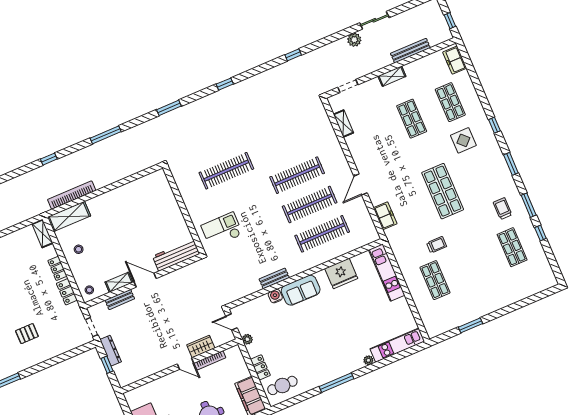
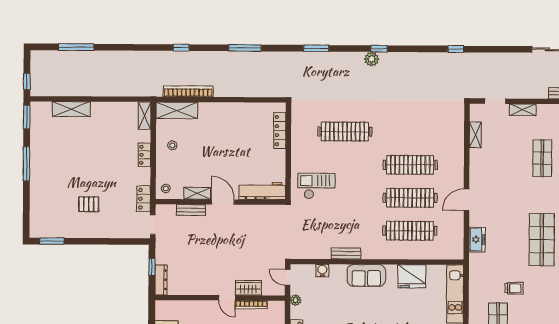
plant: (354, 40) -> (372, 59), moved
shelving: (392, 76) -> (523, 110), moved
locker: (168, 195) -> (280, 131), added
locker: (67, 292) -> (144, 199), moved
water cooler: (275, 296) -> (322, 271), moved
dresser: (111, 351) -> (161, 280), moved

